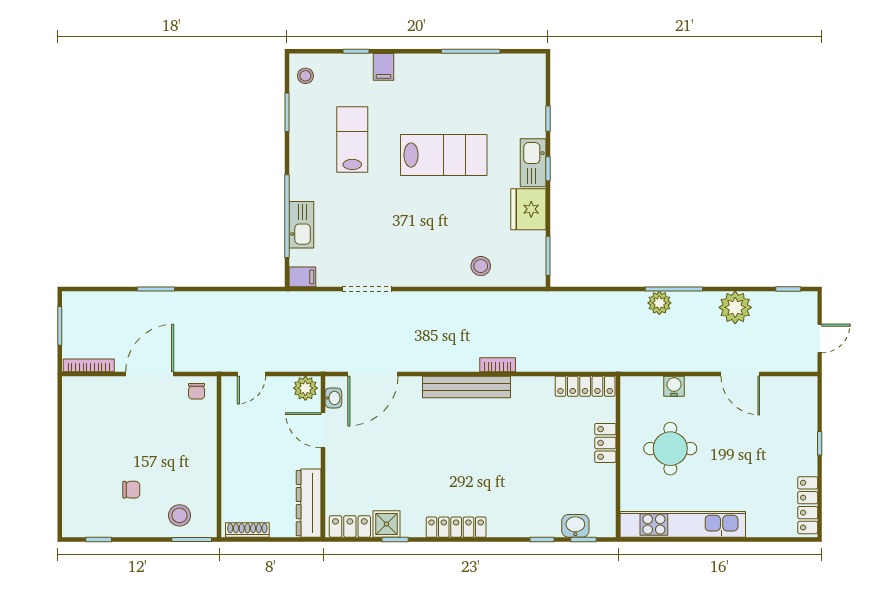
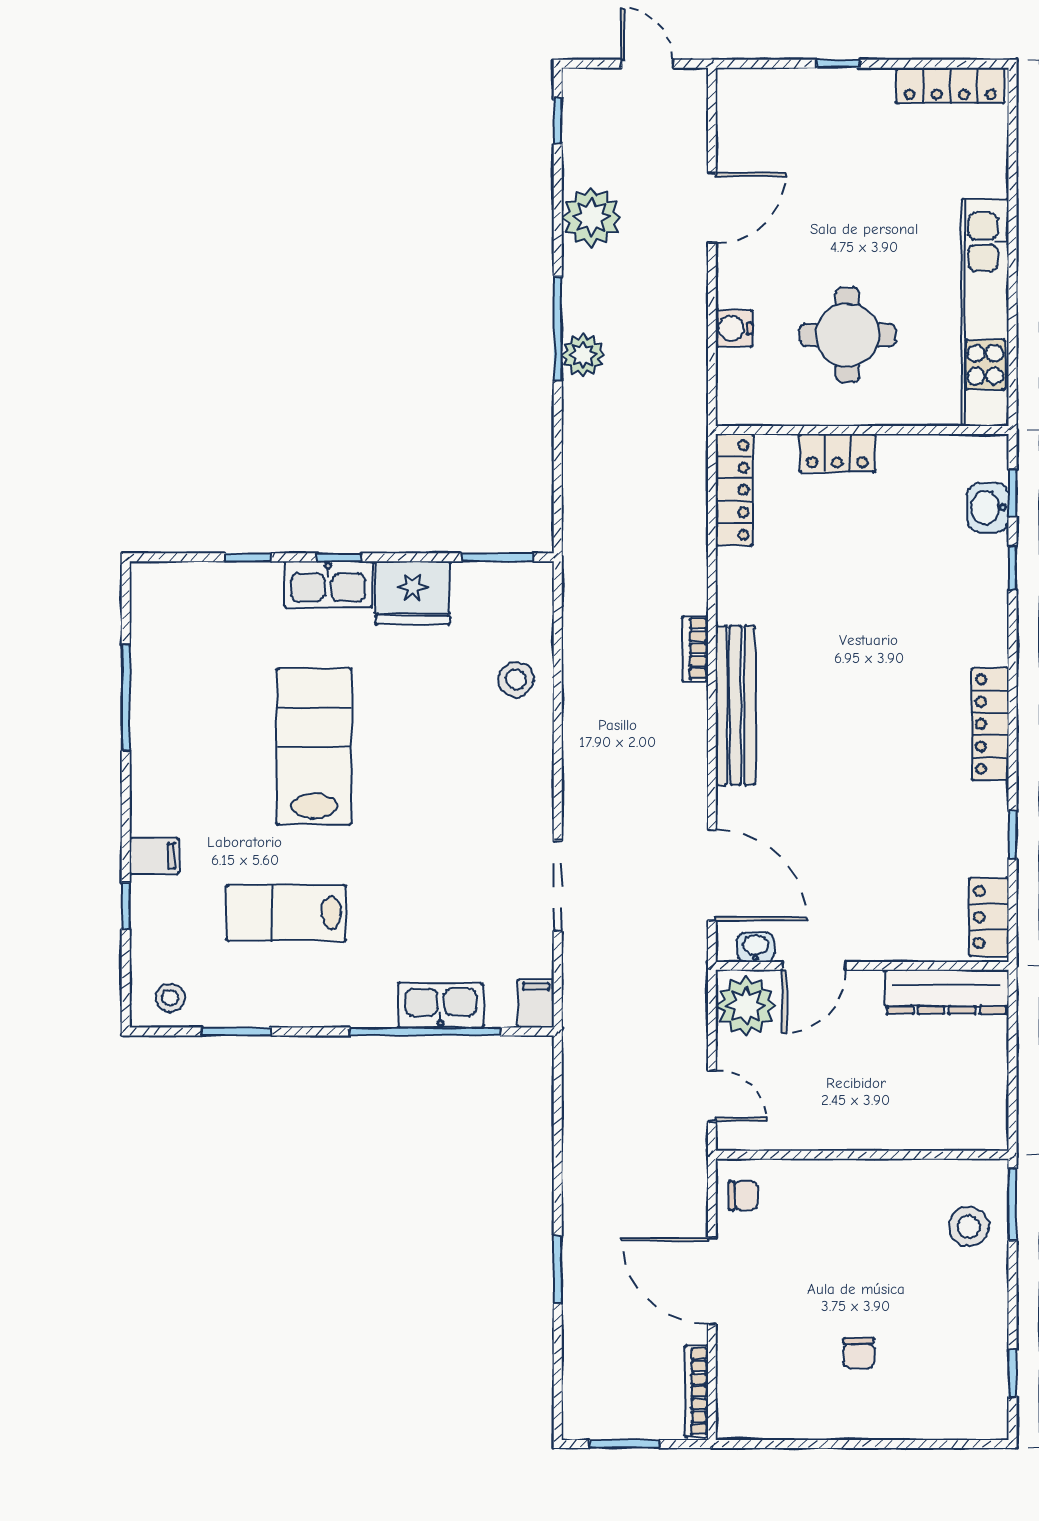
plant: (305, 388) -> (746, 1006), width x1.36, depth x1.36
chair: (131, 490) -> (859, 1353), moved, turned 180
shower: (386, 524) -> (984, 851), removed
shoe rack: (247, 530) -> (995, 1103), removed

